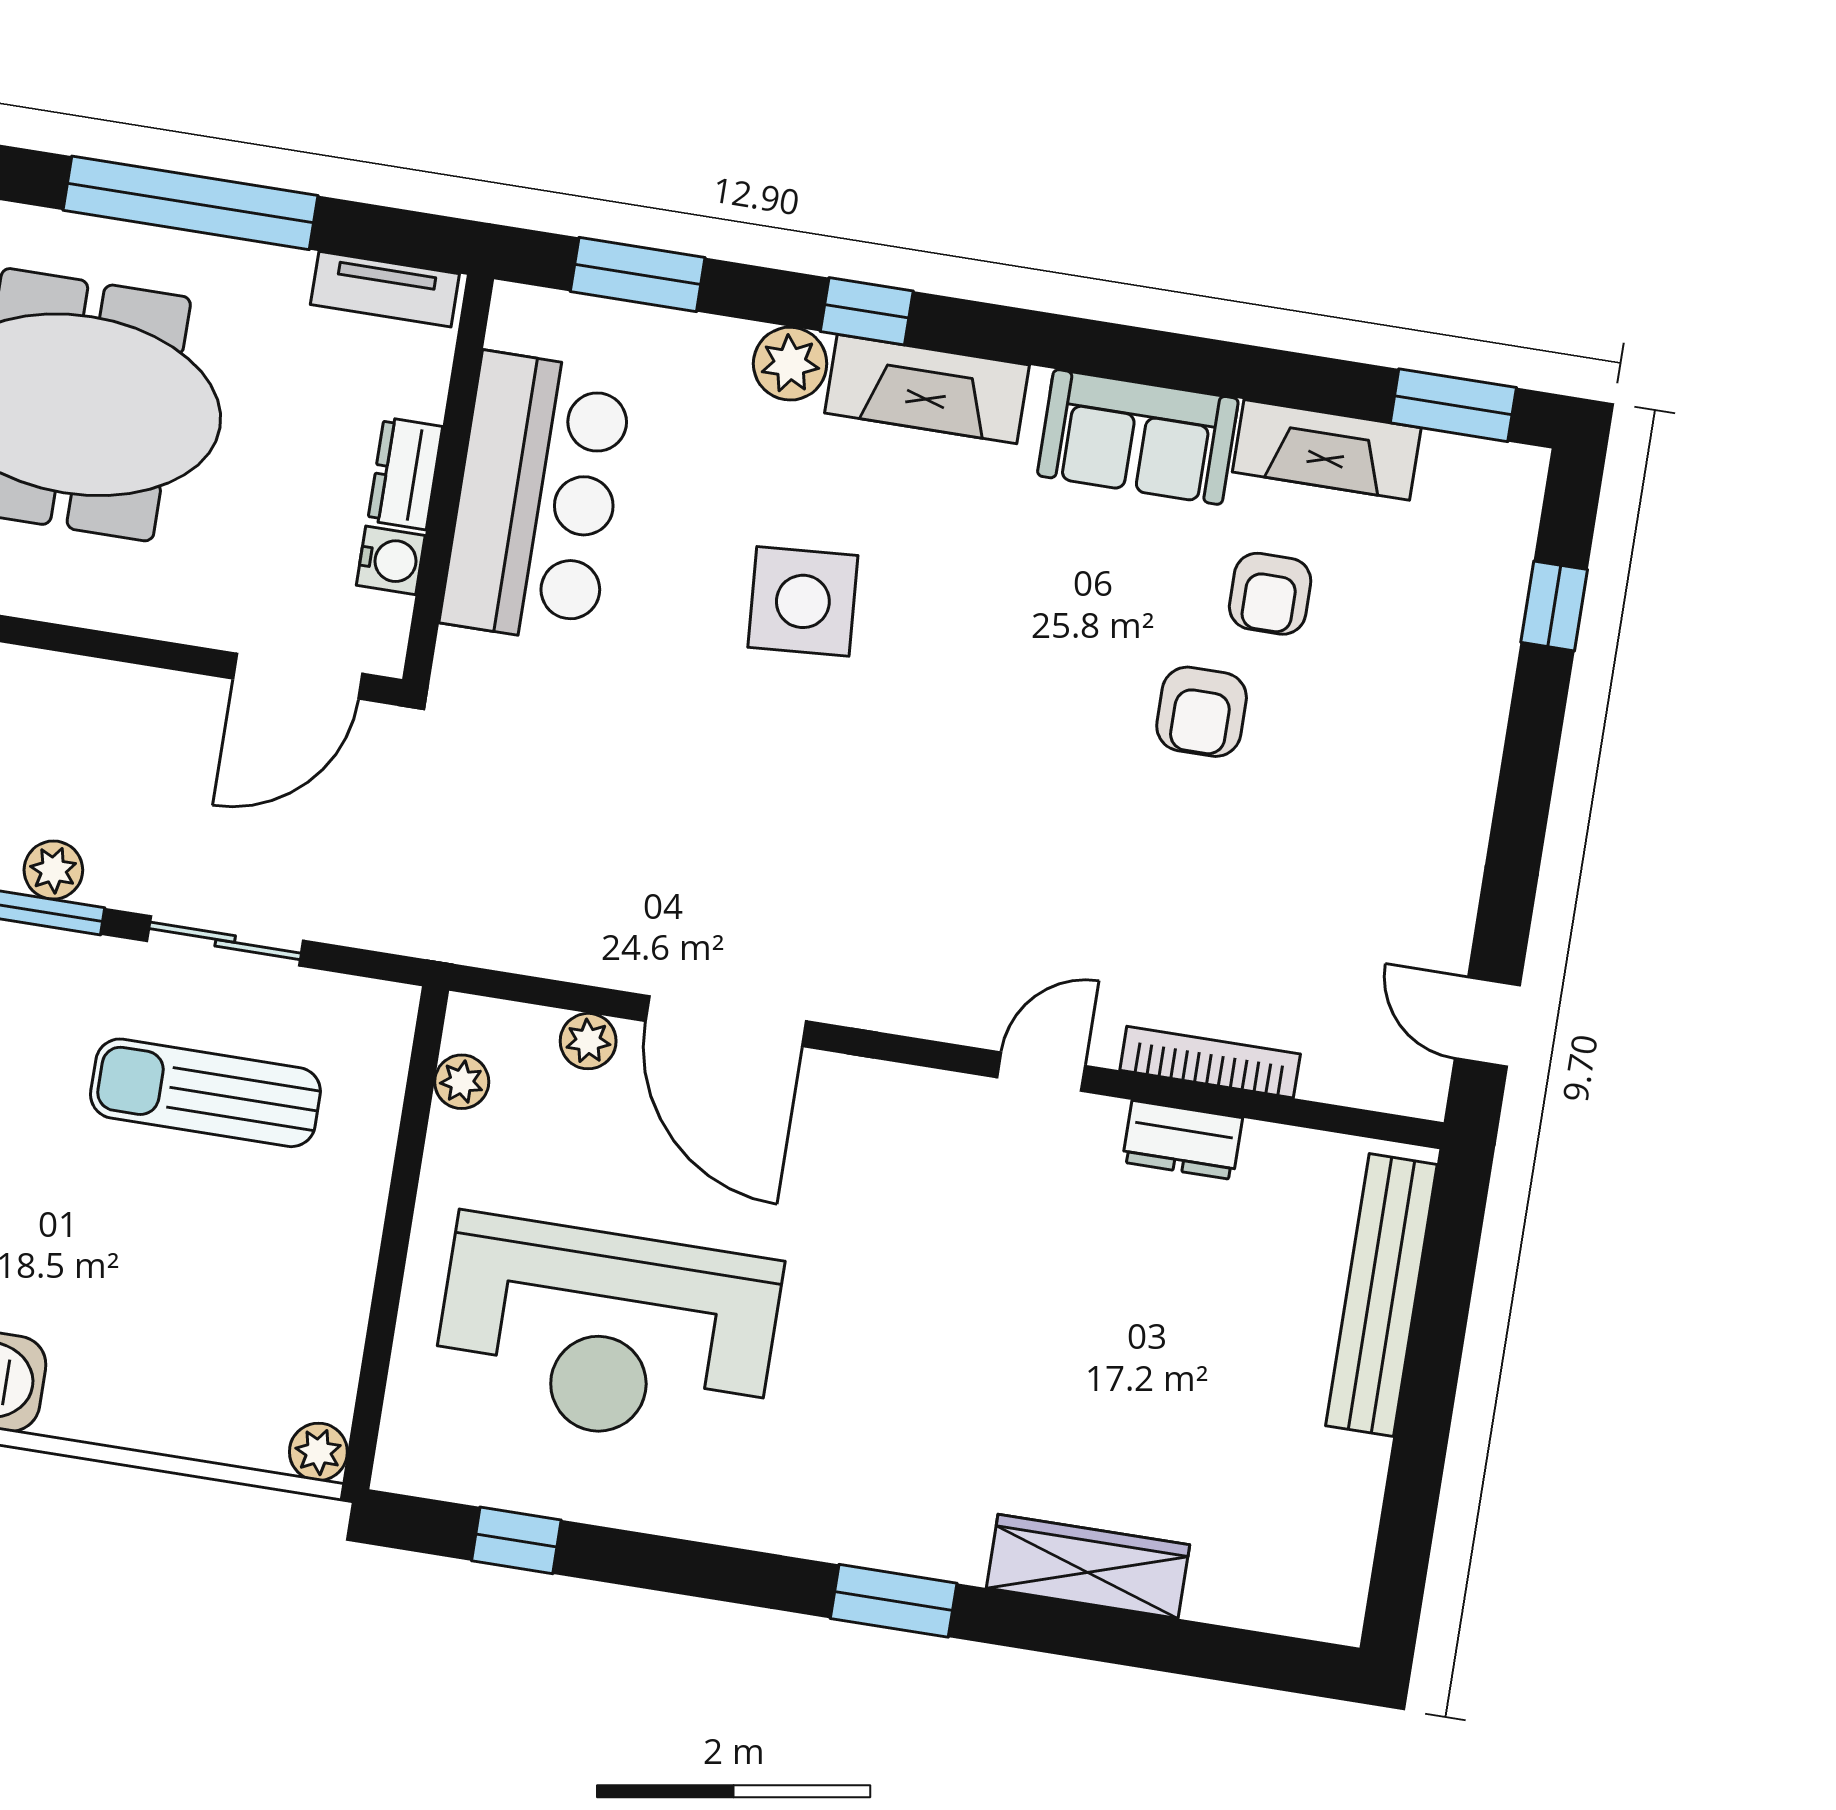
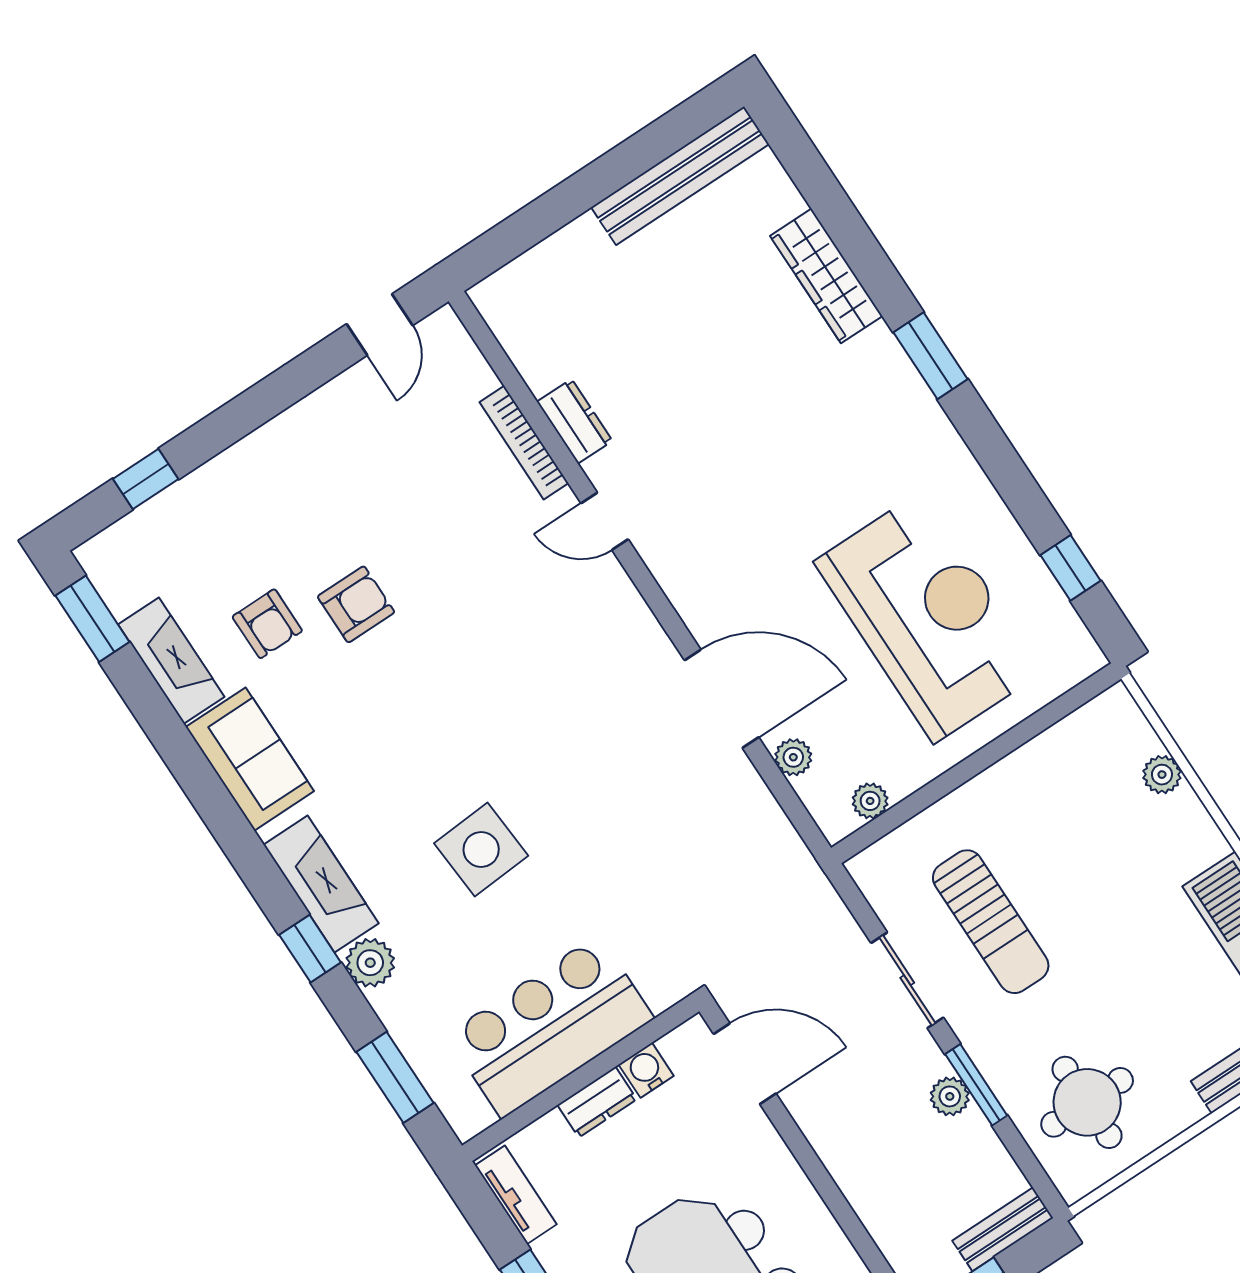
armchair: (1270, 594) -> (267, 624), turned 90
door: (726, 1021) -> (722, 699), hinge flipped
bench: (1381, 1295) -> (680, 176), moved
plant: (318, 1452) -> (1162, 775), moved

